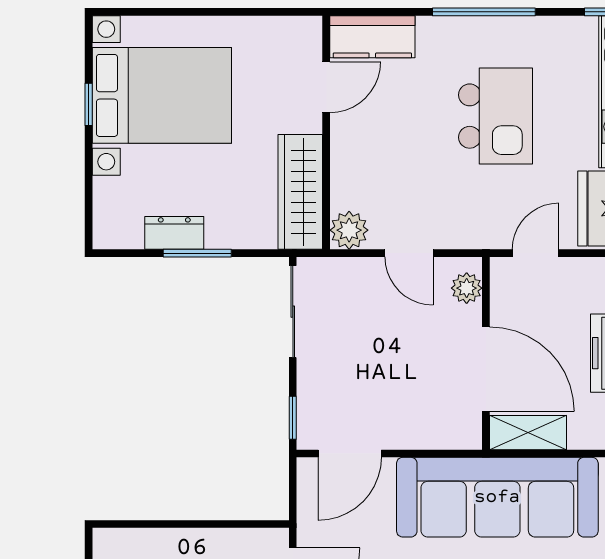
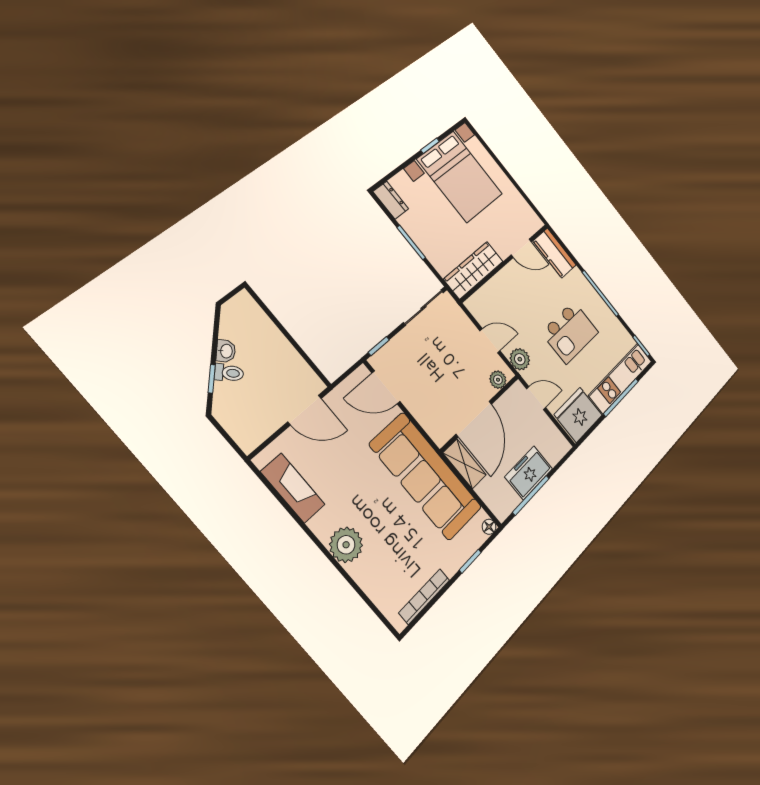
plant: (349, 230) -> (520, 359), moved
dresser: (174, 233) -> (391, 200), moved
door: (409, 253) -> (490, 341), swing flipped

